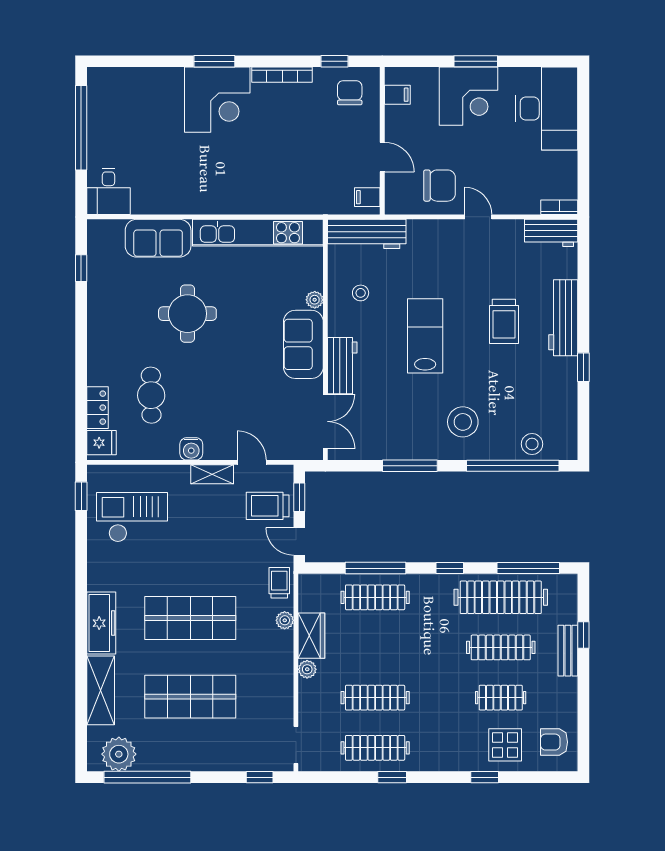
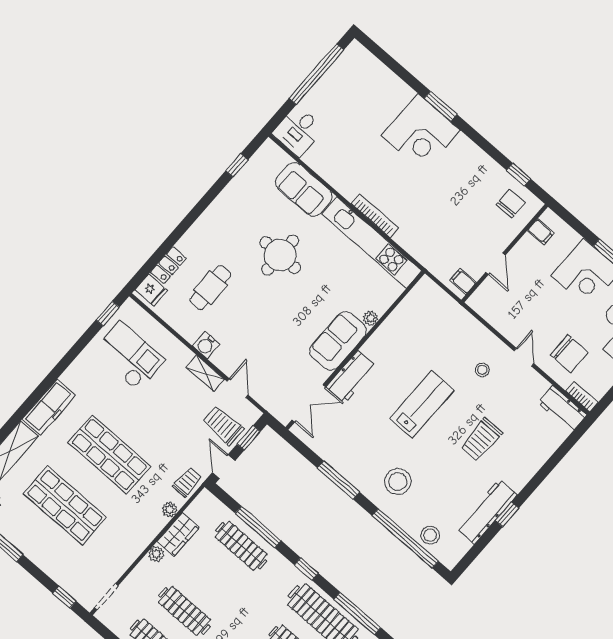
bookcase: (282, 75) -> (375, 216), moved, turned 180
chair: (439, 186) -> (569, 354), moved
workbench: (367, 234) -> (442, 305), removed
stool: (361, 293) -> (482, 370), moved
workbench: (563, 318) -> (487, 511), moved

